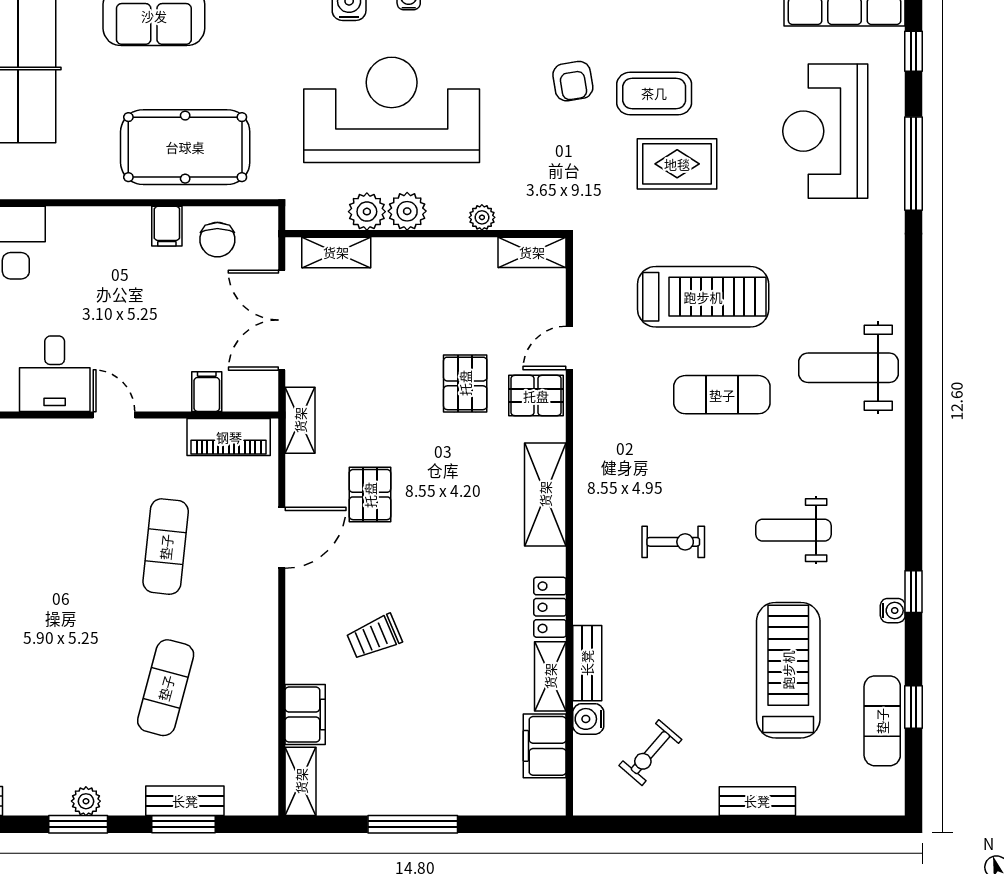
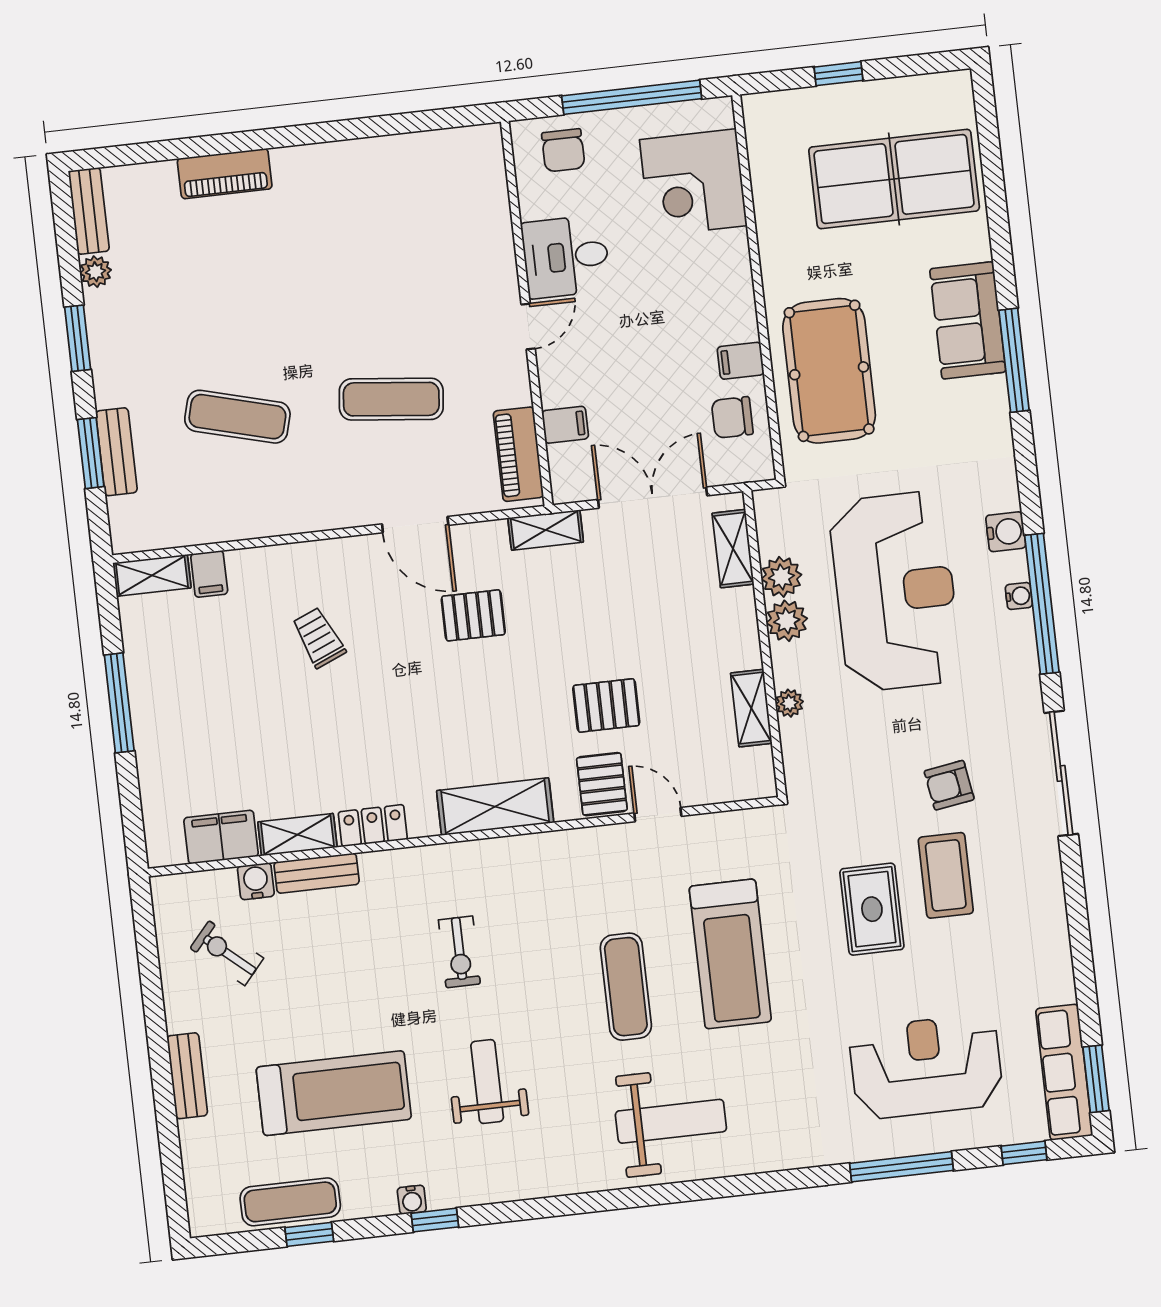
shelving: (532, 252) -> (751, 708), moved
weight bench: (849, 368) -> (671, 1121), turned 90
filing cabinet: (305, 714) -> (209, 574), width x0.50
plant: (86, 801) -> (96, 272), moved

